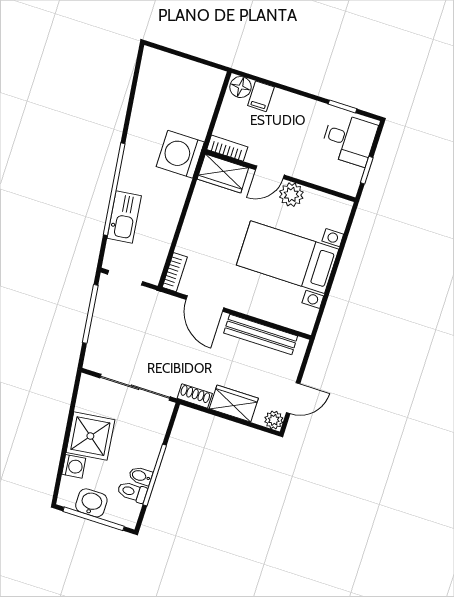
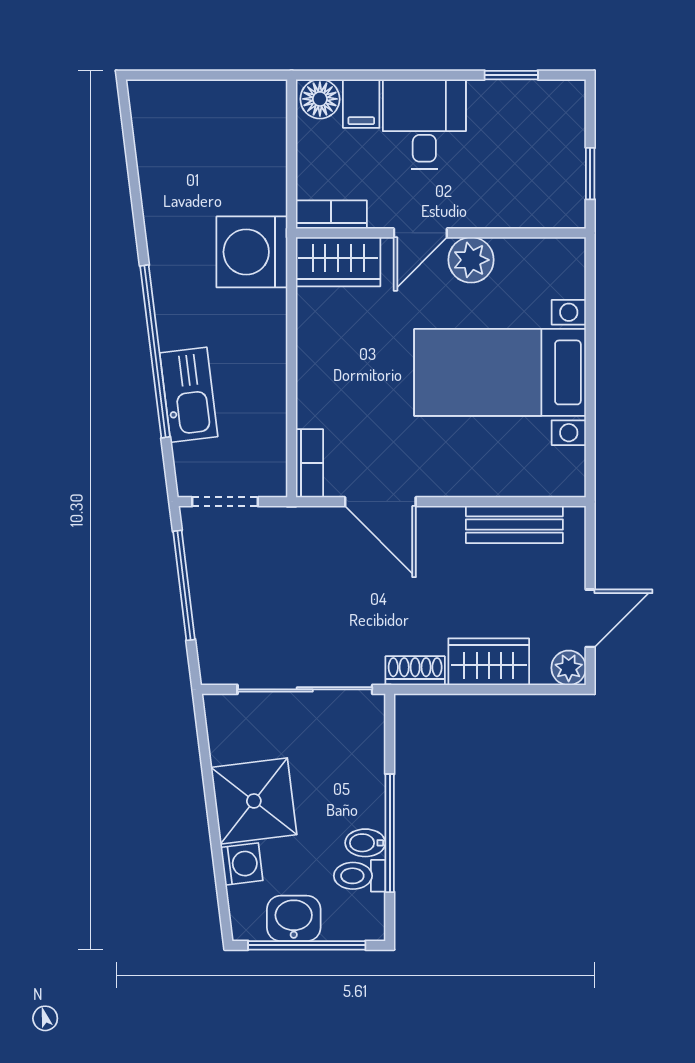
desk: (349, 139) -> (424, 124), moved, turned -90
bench: (261, 334) -> (514, 524), width x0.73

